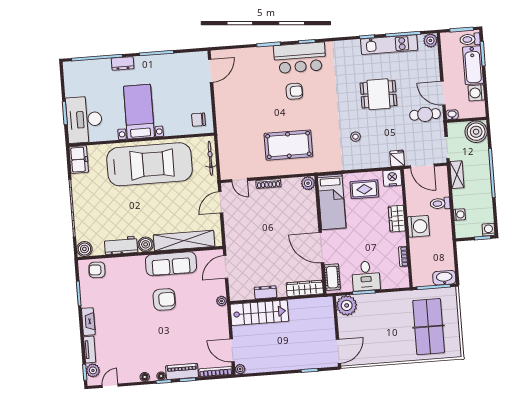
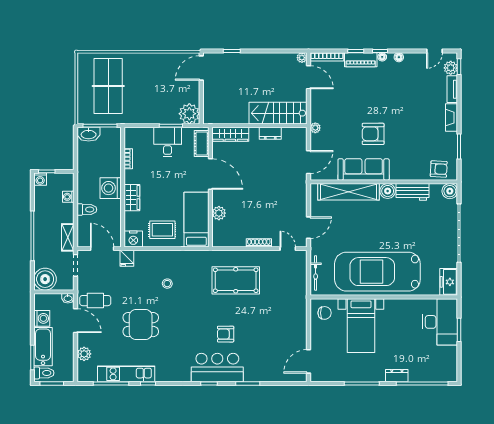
plant: (430, 40) -> (84, 354), moved
bed with nightstands: (139, 112) -> (361, 326), moved
plant: (308, 183) -> (219, 213), moved

